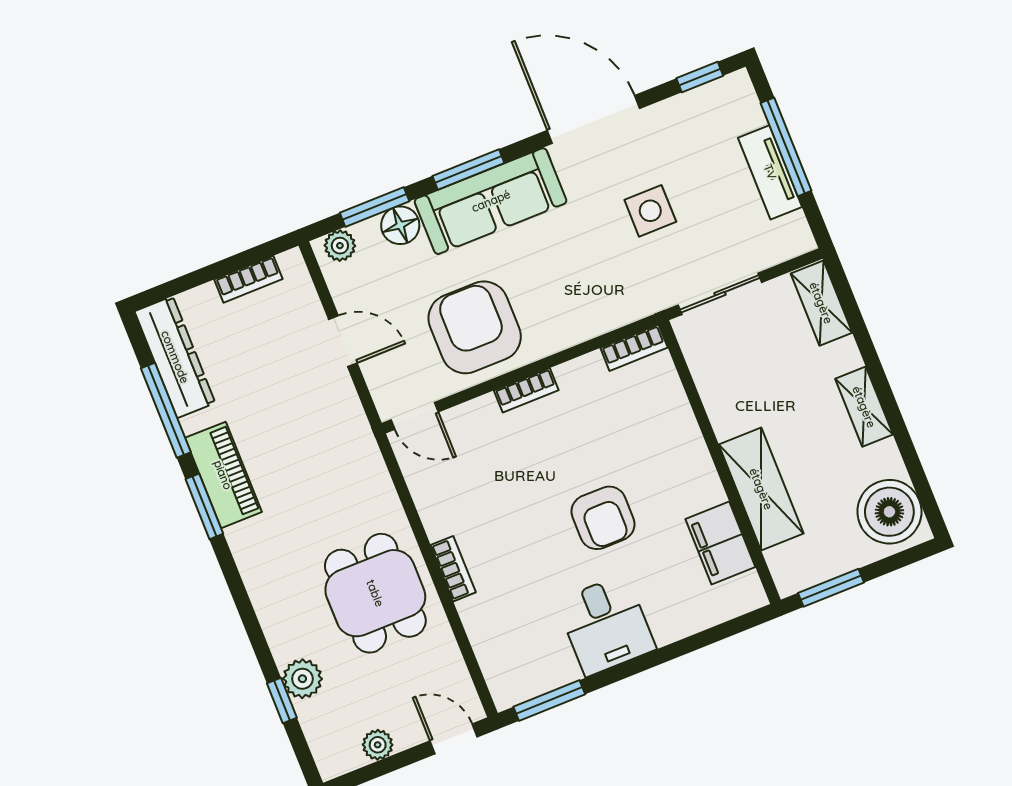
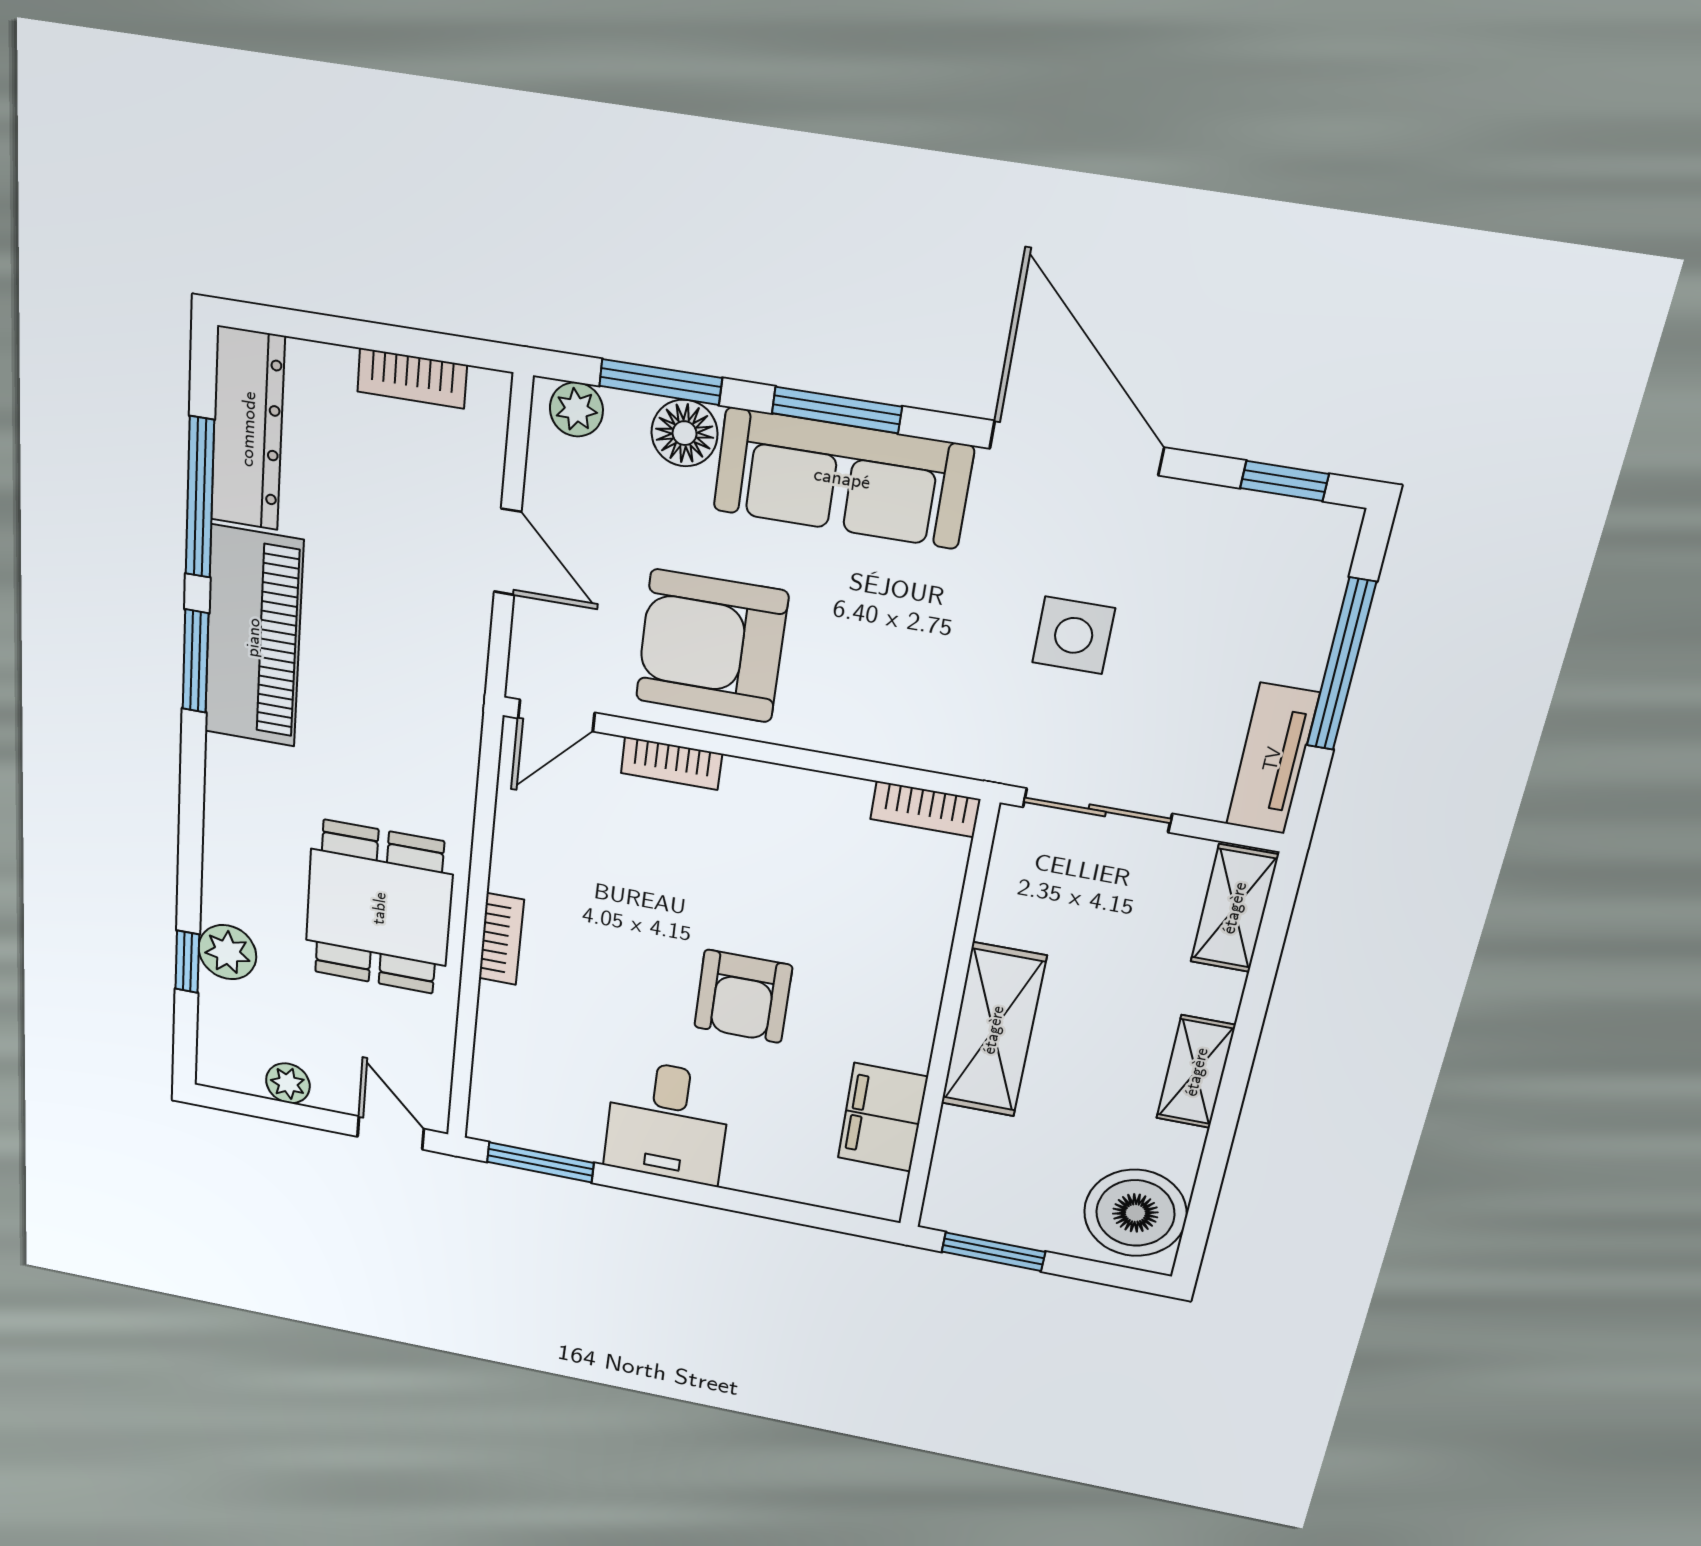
tv unit: (770, 172) -> (1272, 759), moved
armchair: (475, 327) -> (712, 646), turned -90
bookcase: (526, 390) -> (671, 763), moved
door: (415, 416) -> (556, 715), hinge flipped
piano: (223, 475) -> (253, 637), width x1.37, depth x1.33
shelving: (761, 489) -> (993, 1030), moved

